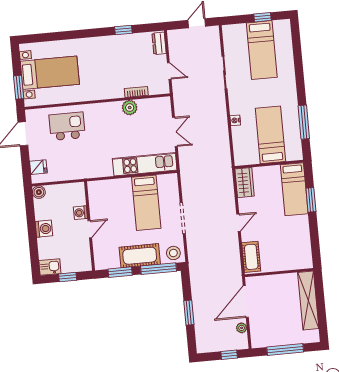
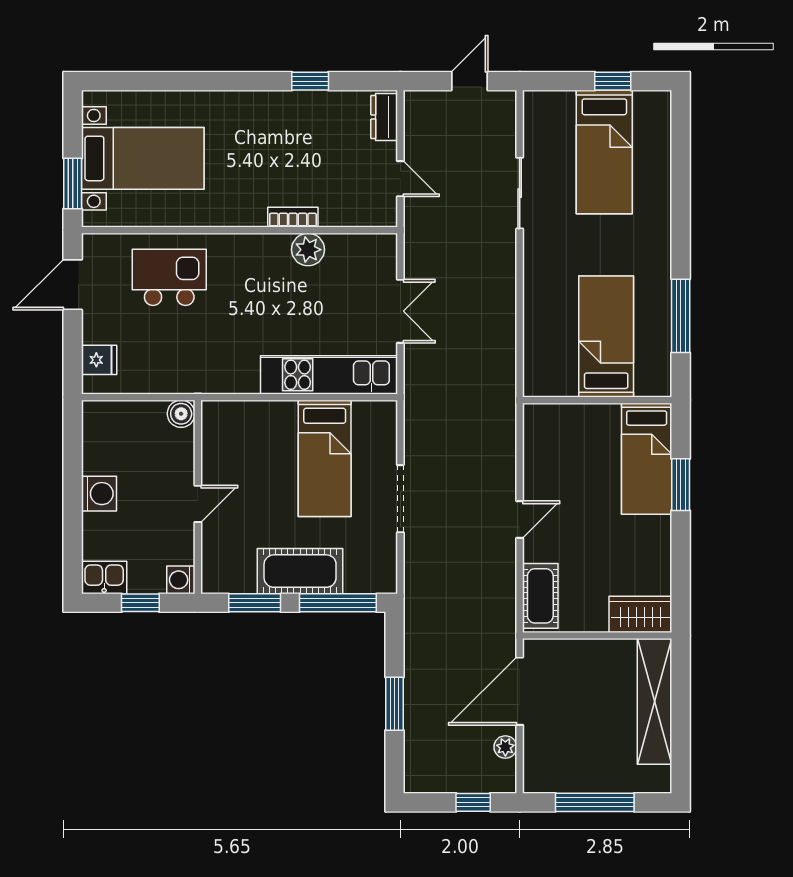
bookcase: (136, 92) -> (293, 217), moved
nightstand: (235, 120) -> (533, 298), removed
wardrobe: (245, 183) -> (640, 614), moved, turned -90
boiler: (39, 192) -> (181, 414), moved
washing machine: (80, 213) -> (181, 580), moved
stool: (173, 253) -> (373, 572), removed

